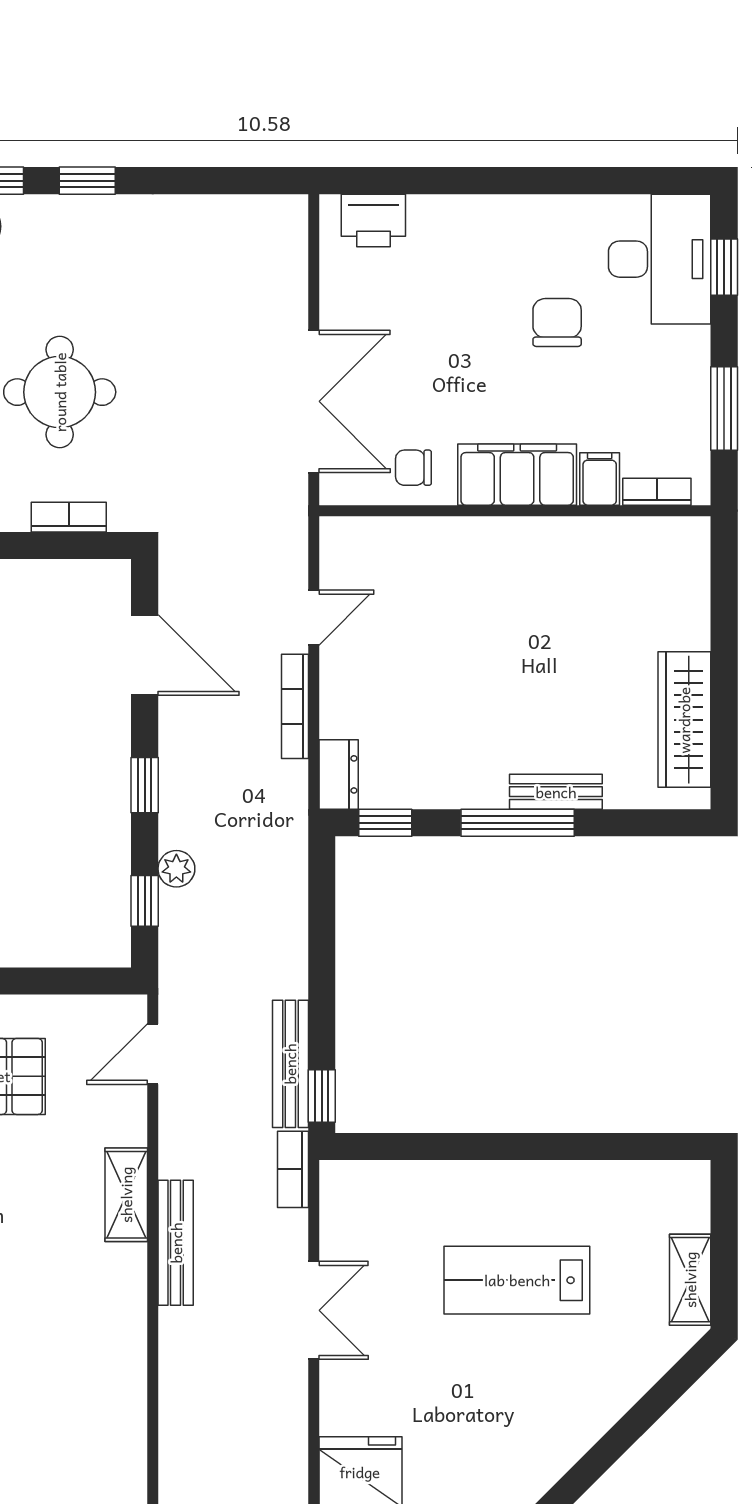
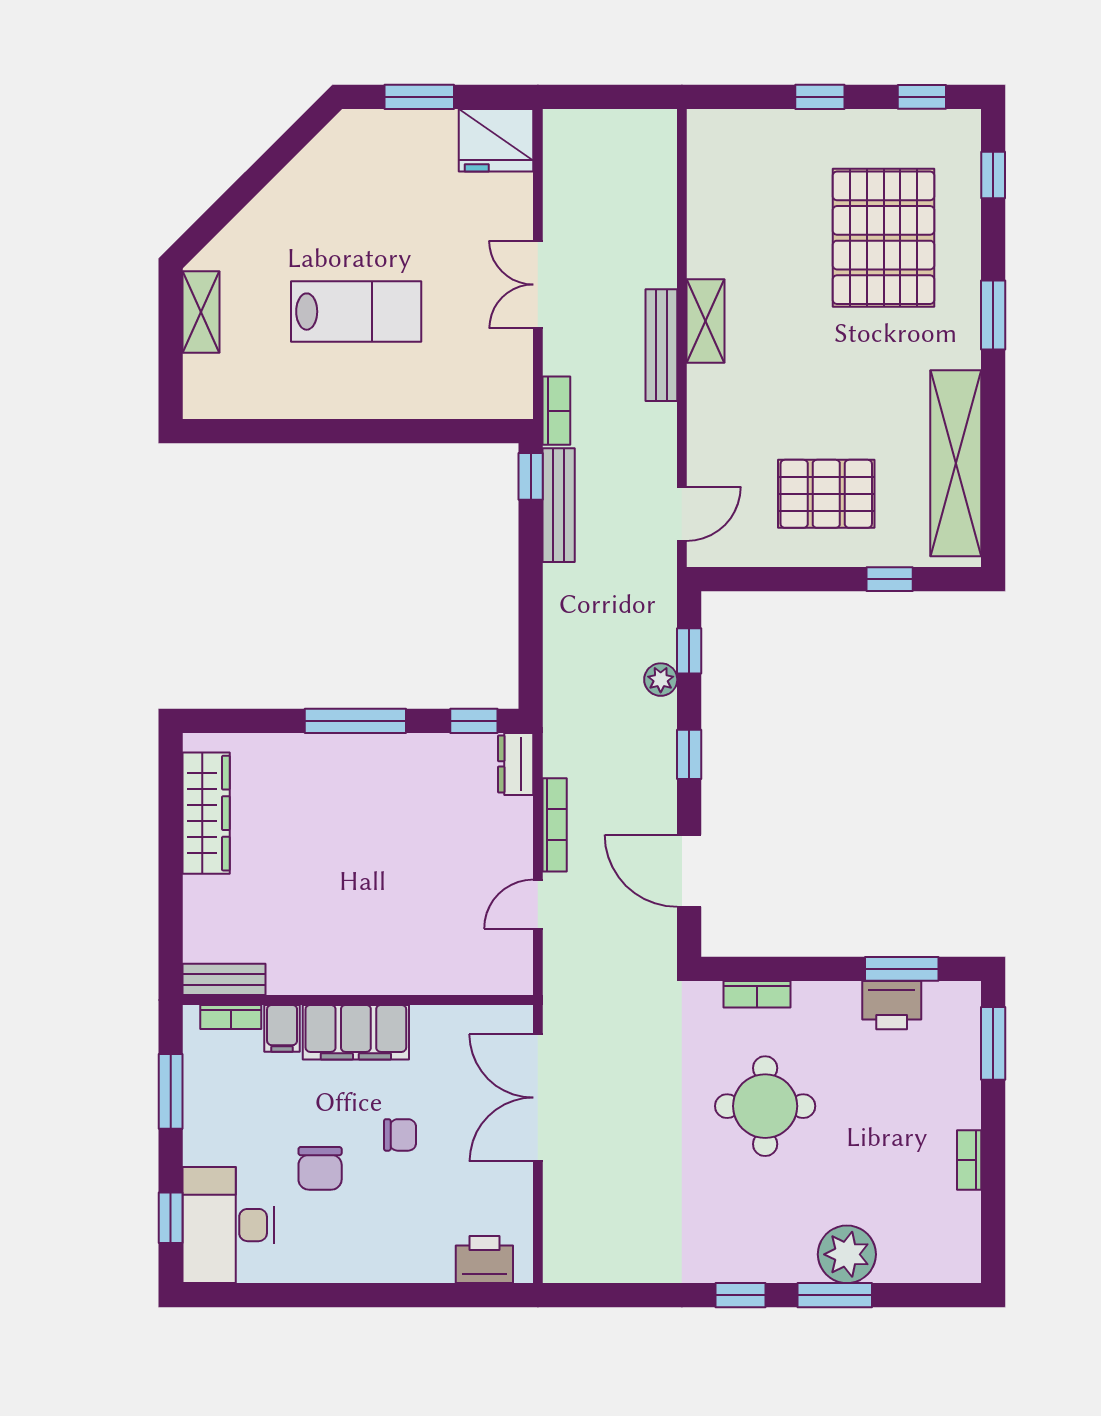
chair: (413, 468) -> (400, 1135), moved
bench: (556, 792) -> (224, 979), moved
shelving: (126, 1195) -> (706, 321), moved

